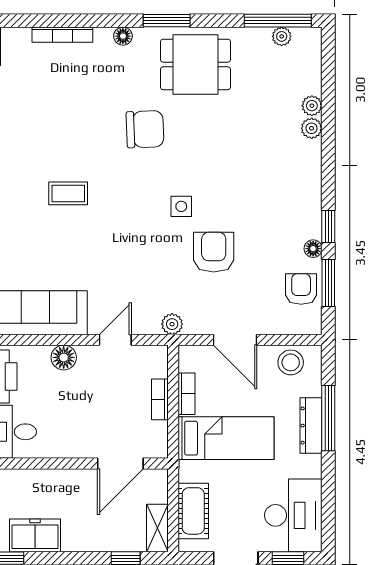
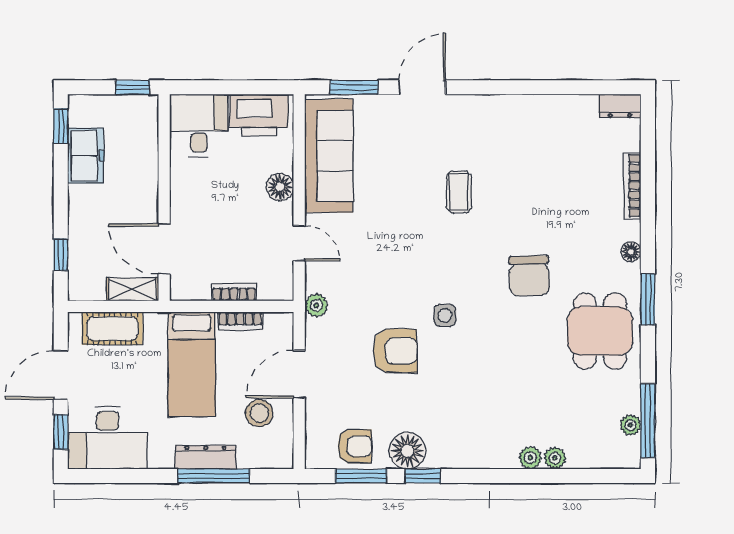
floor lamp: (313, 249) -> (407, 451), width x1.89, depth x1.89
stool: (291, 362) -> (259, 413), moved
shelving: (157, 528) -> (133, 289), moved

